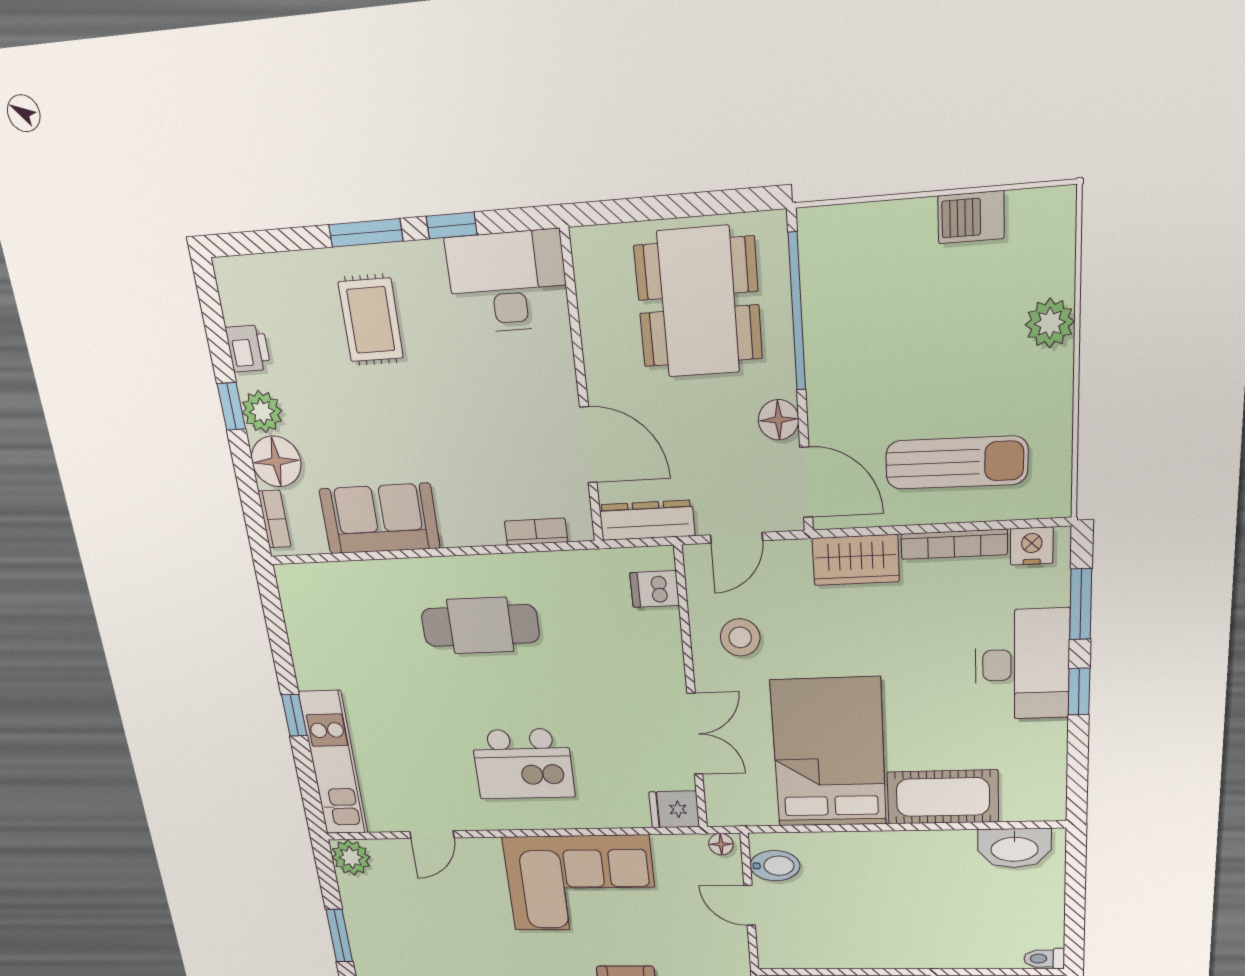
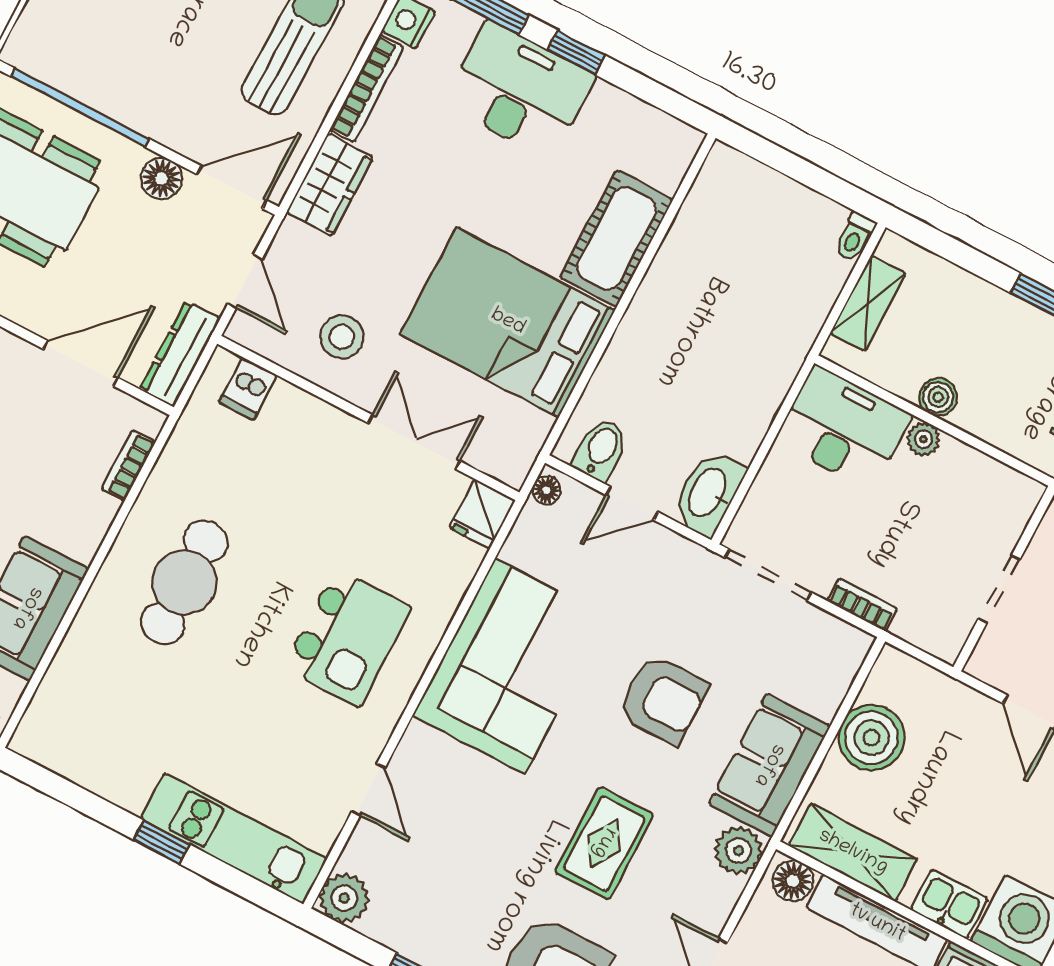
washbasin: (1014, 848) -> (708, 493), moved, turned 180

